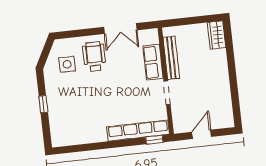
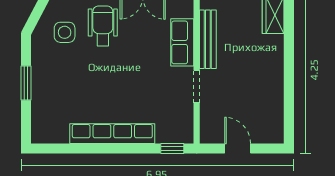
window: (43, 104) -> (26, 83), width x1.50
row of seats: (138, 131) -> (112, 134), moved
door: (202, 134) -> (238, 149), hinge flipped

